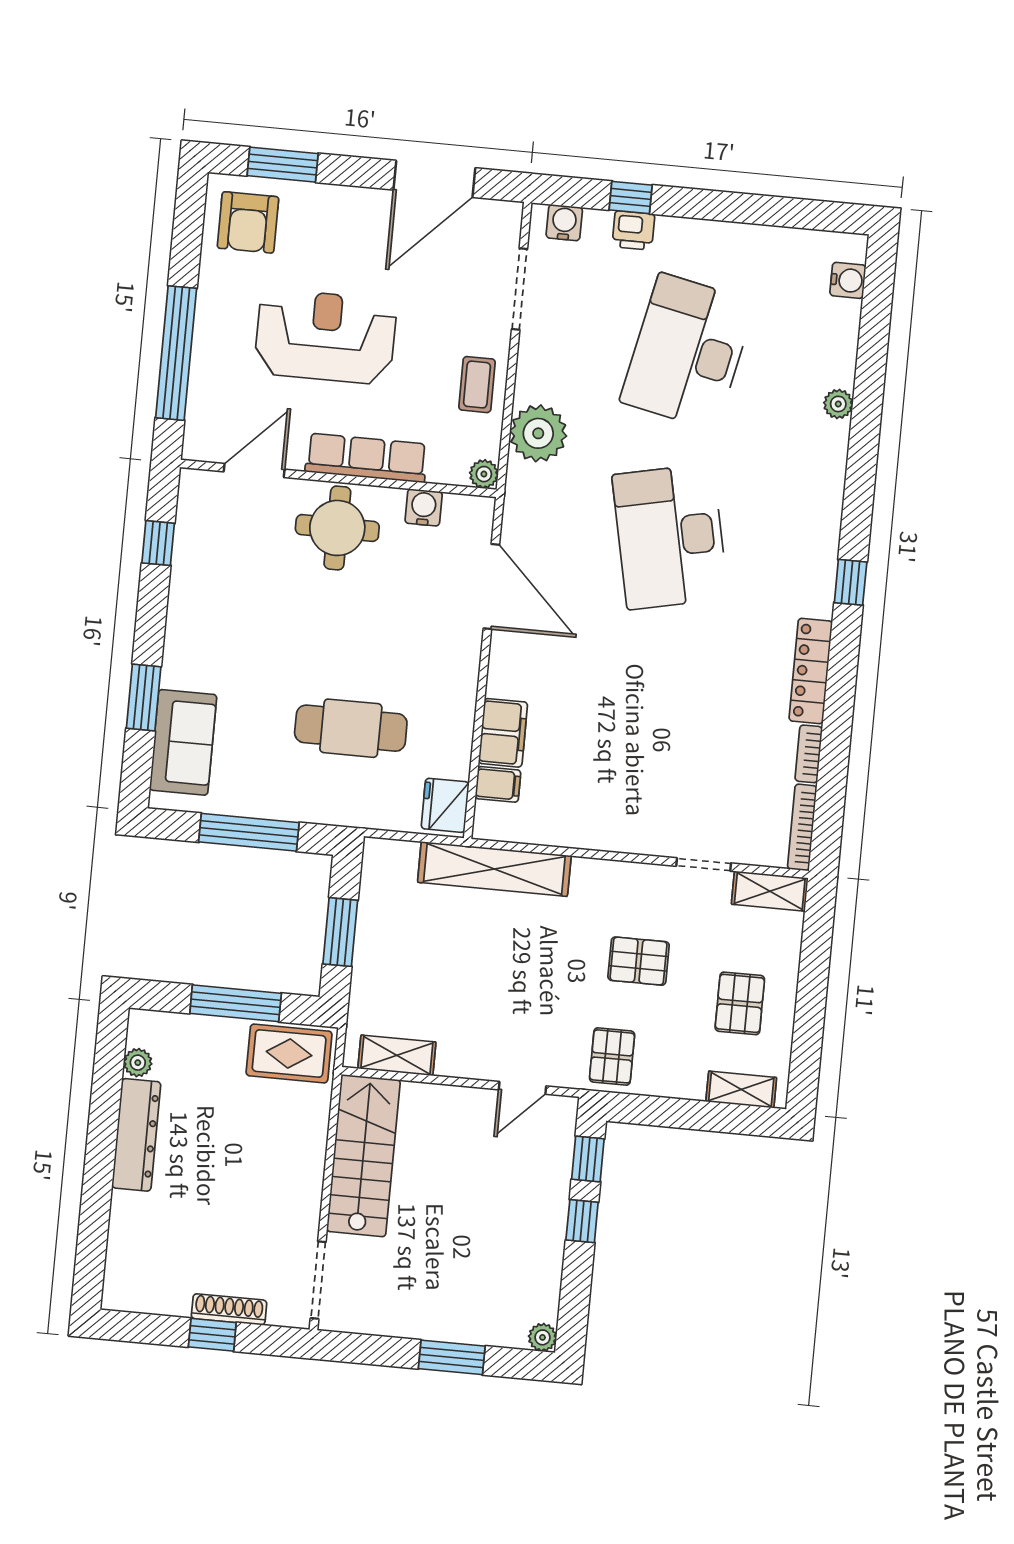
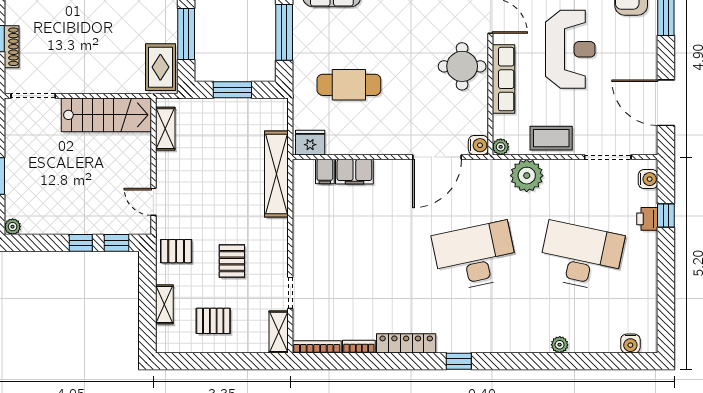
coffee table: (477, 385) -> (551, 138), width x1.36, depth x1.30
water cooler: (424, 507) -> (478, 145), moved
cafe table: (351, 728) -> (349, 85), turned 90
shelving: (741, 1089) -> (164, 304), moved

